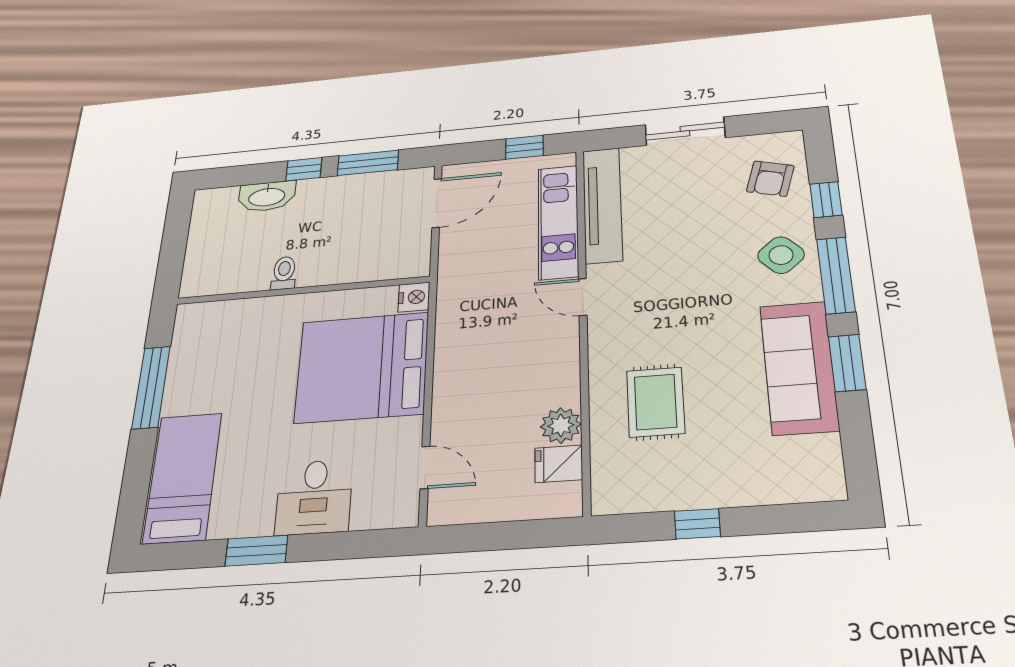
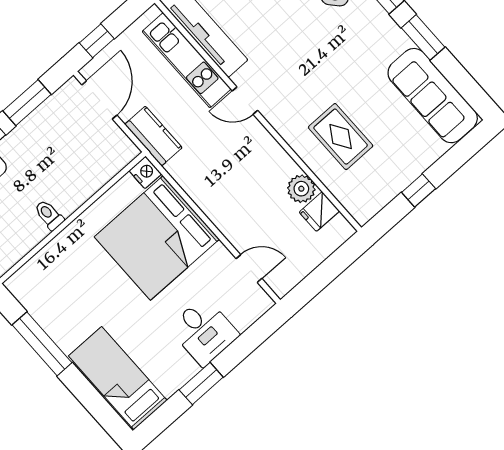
window: (525, 147) -> (97, 41), moved
kitchen counter: (456, 269) -> (153, 136), added
sofa: (799, 367) -> (433, 96), moved

